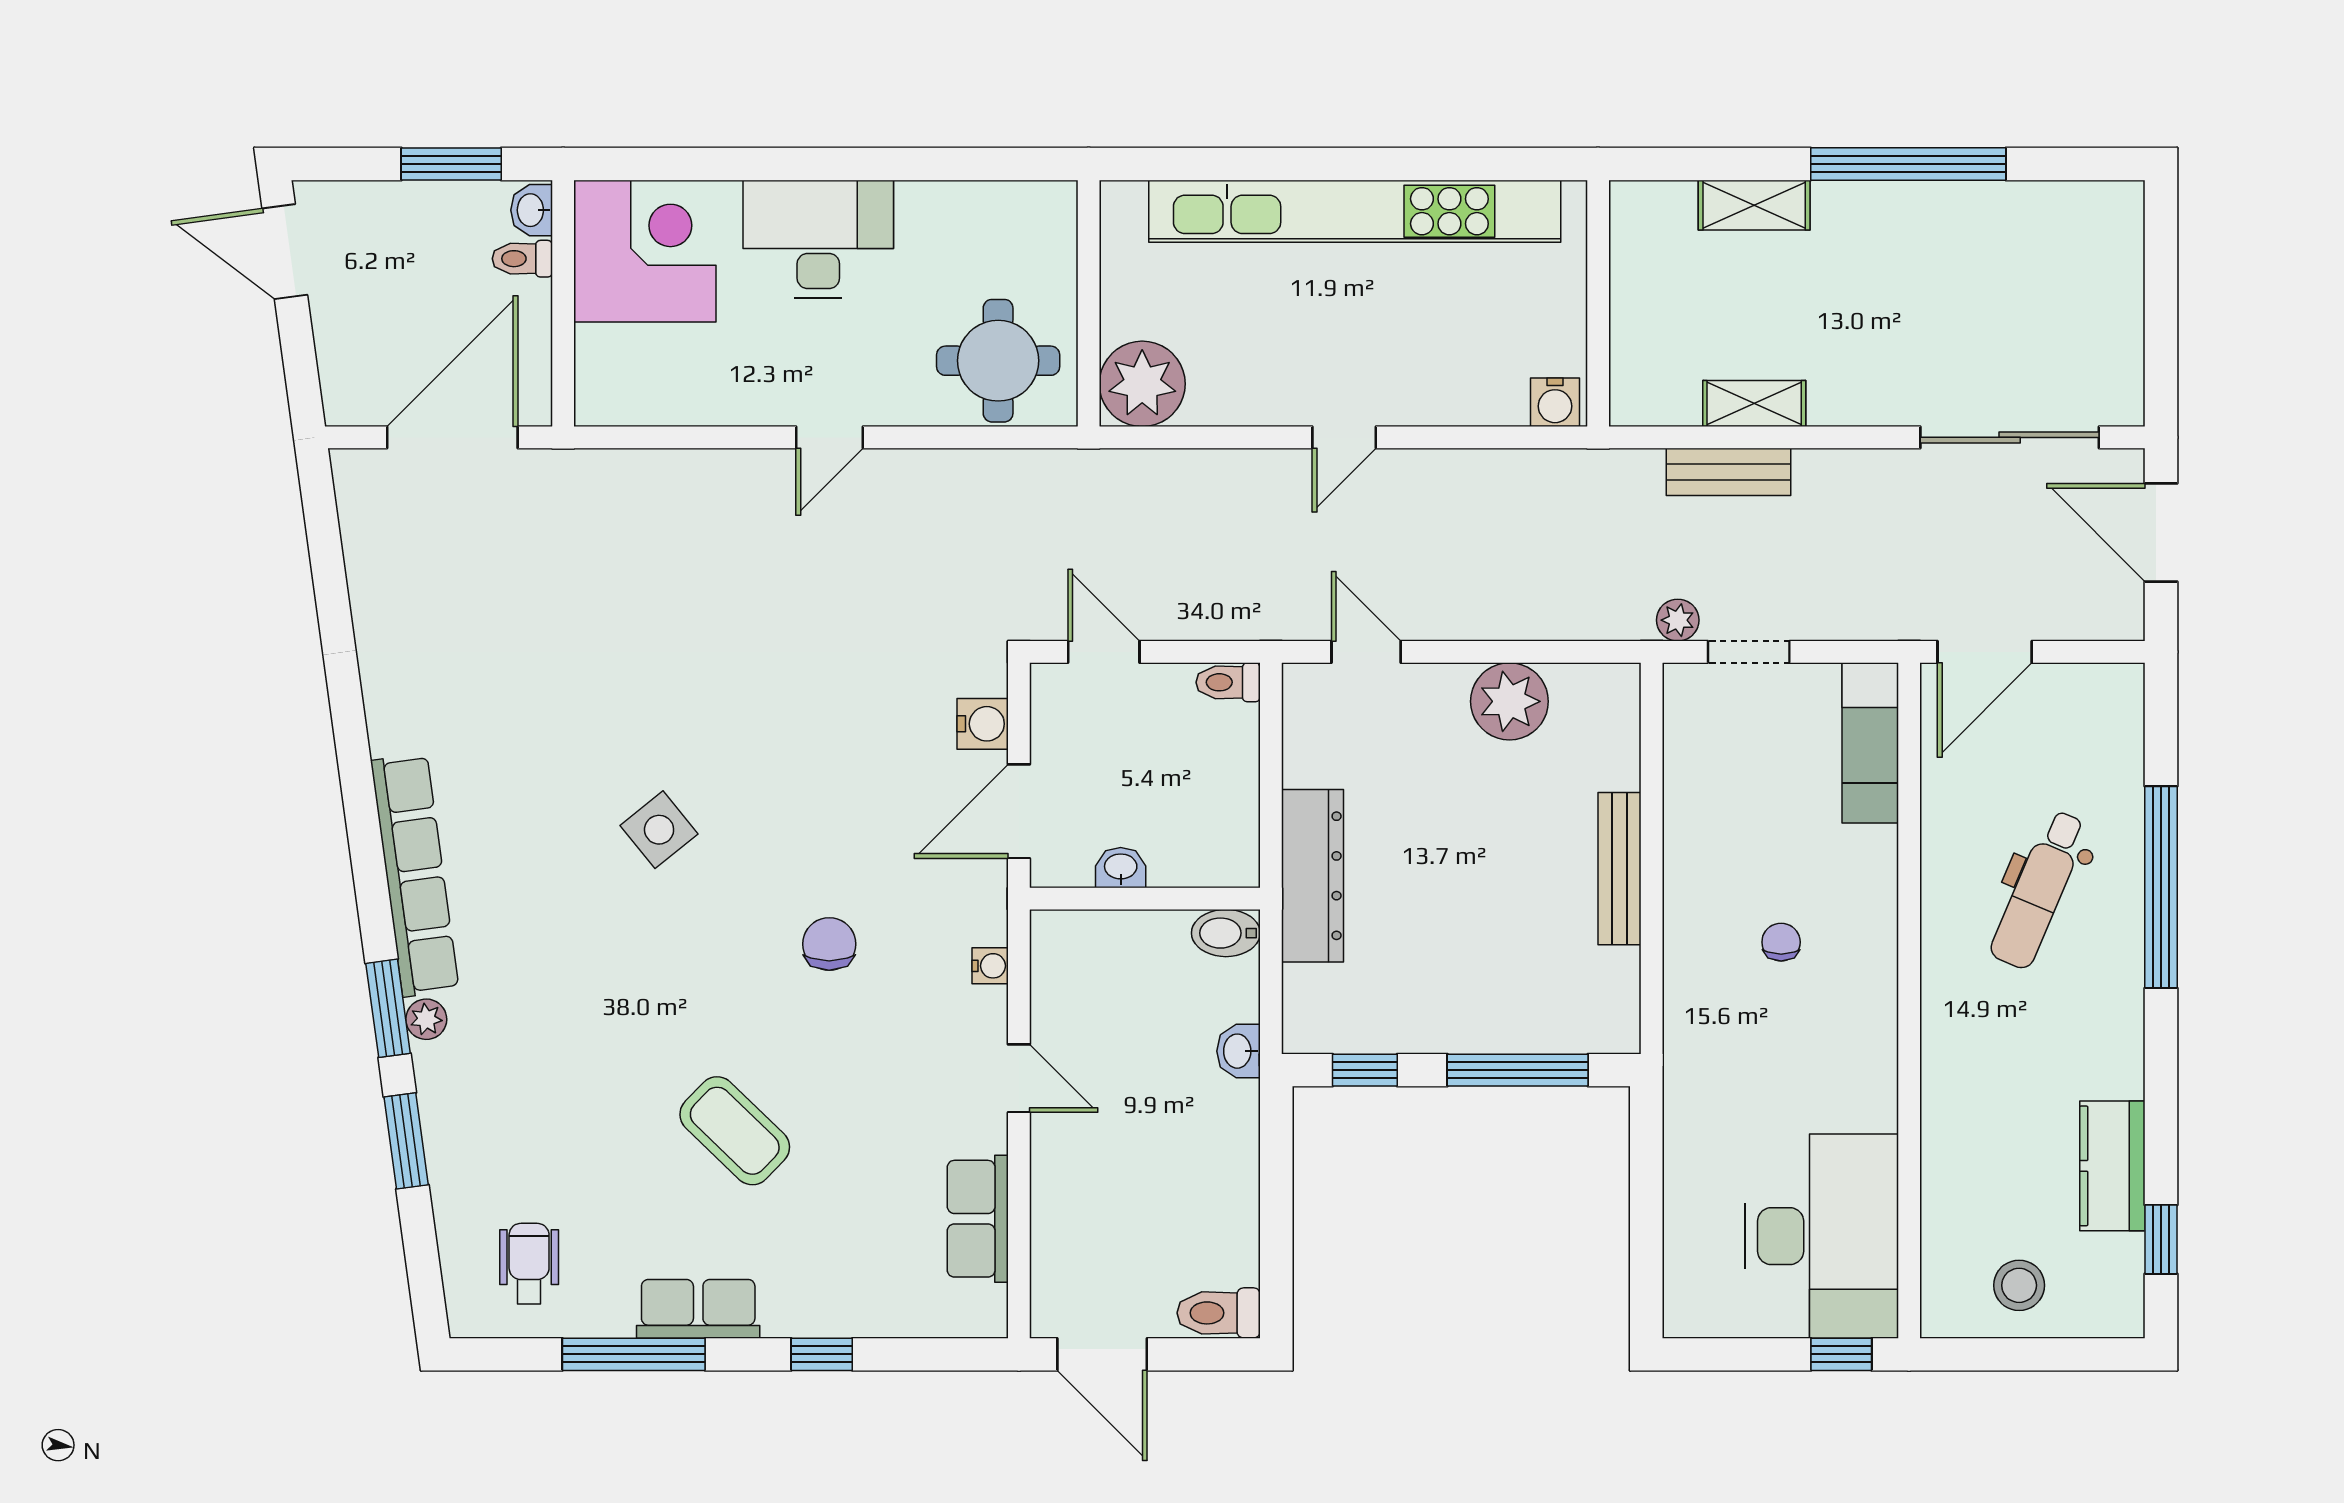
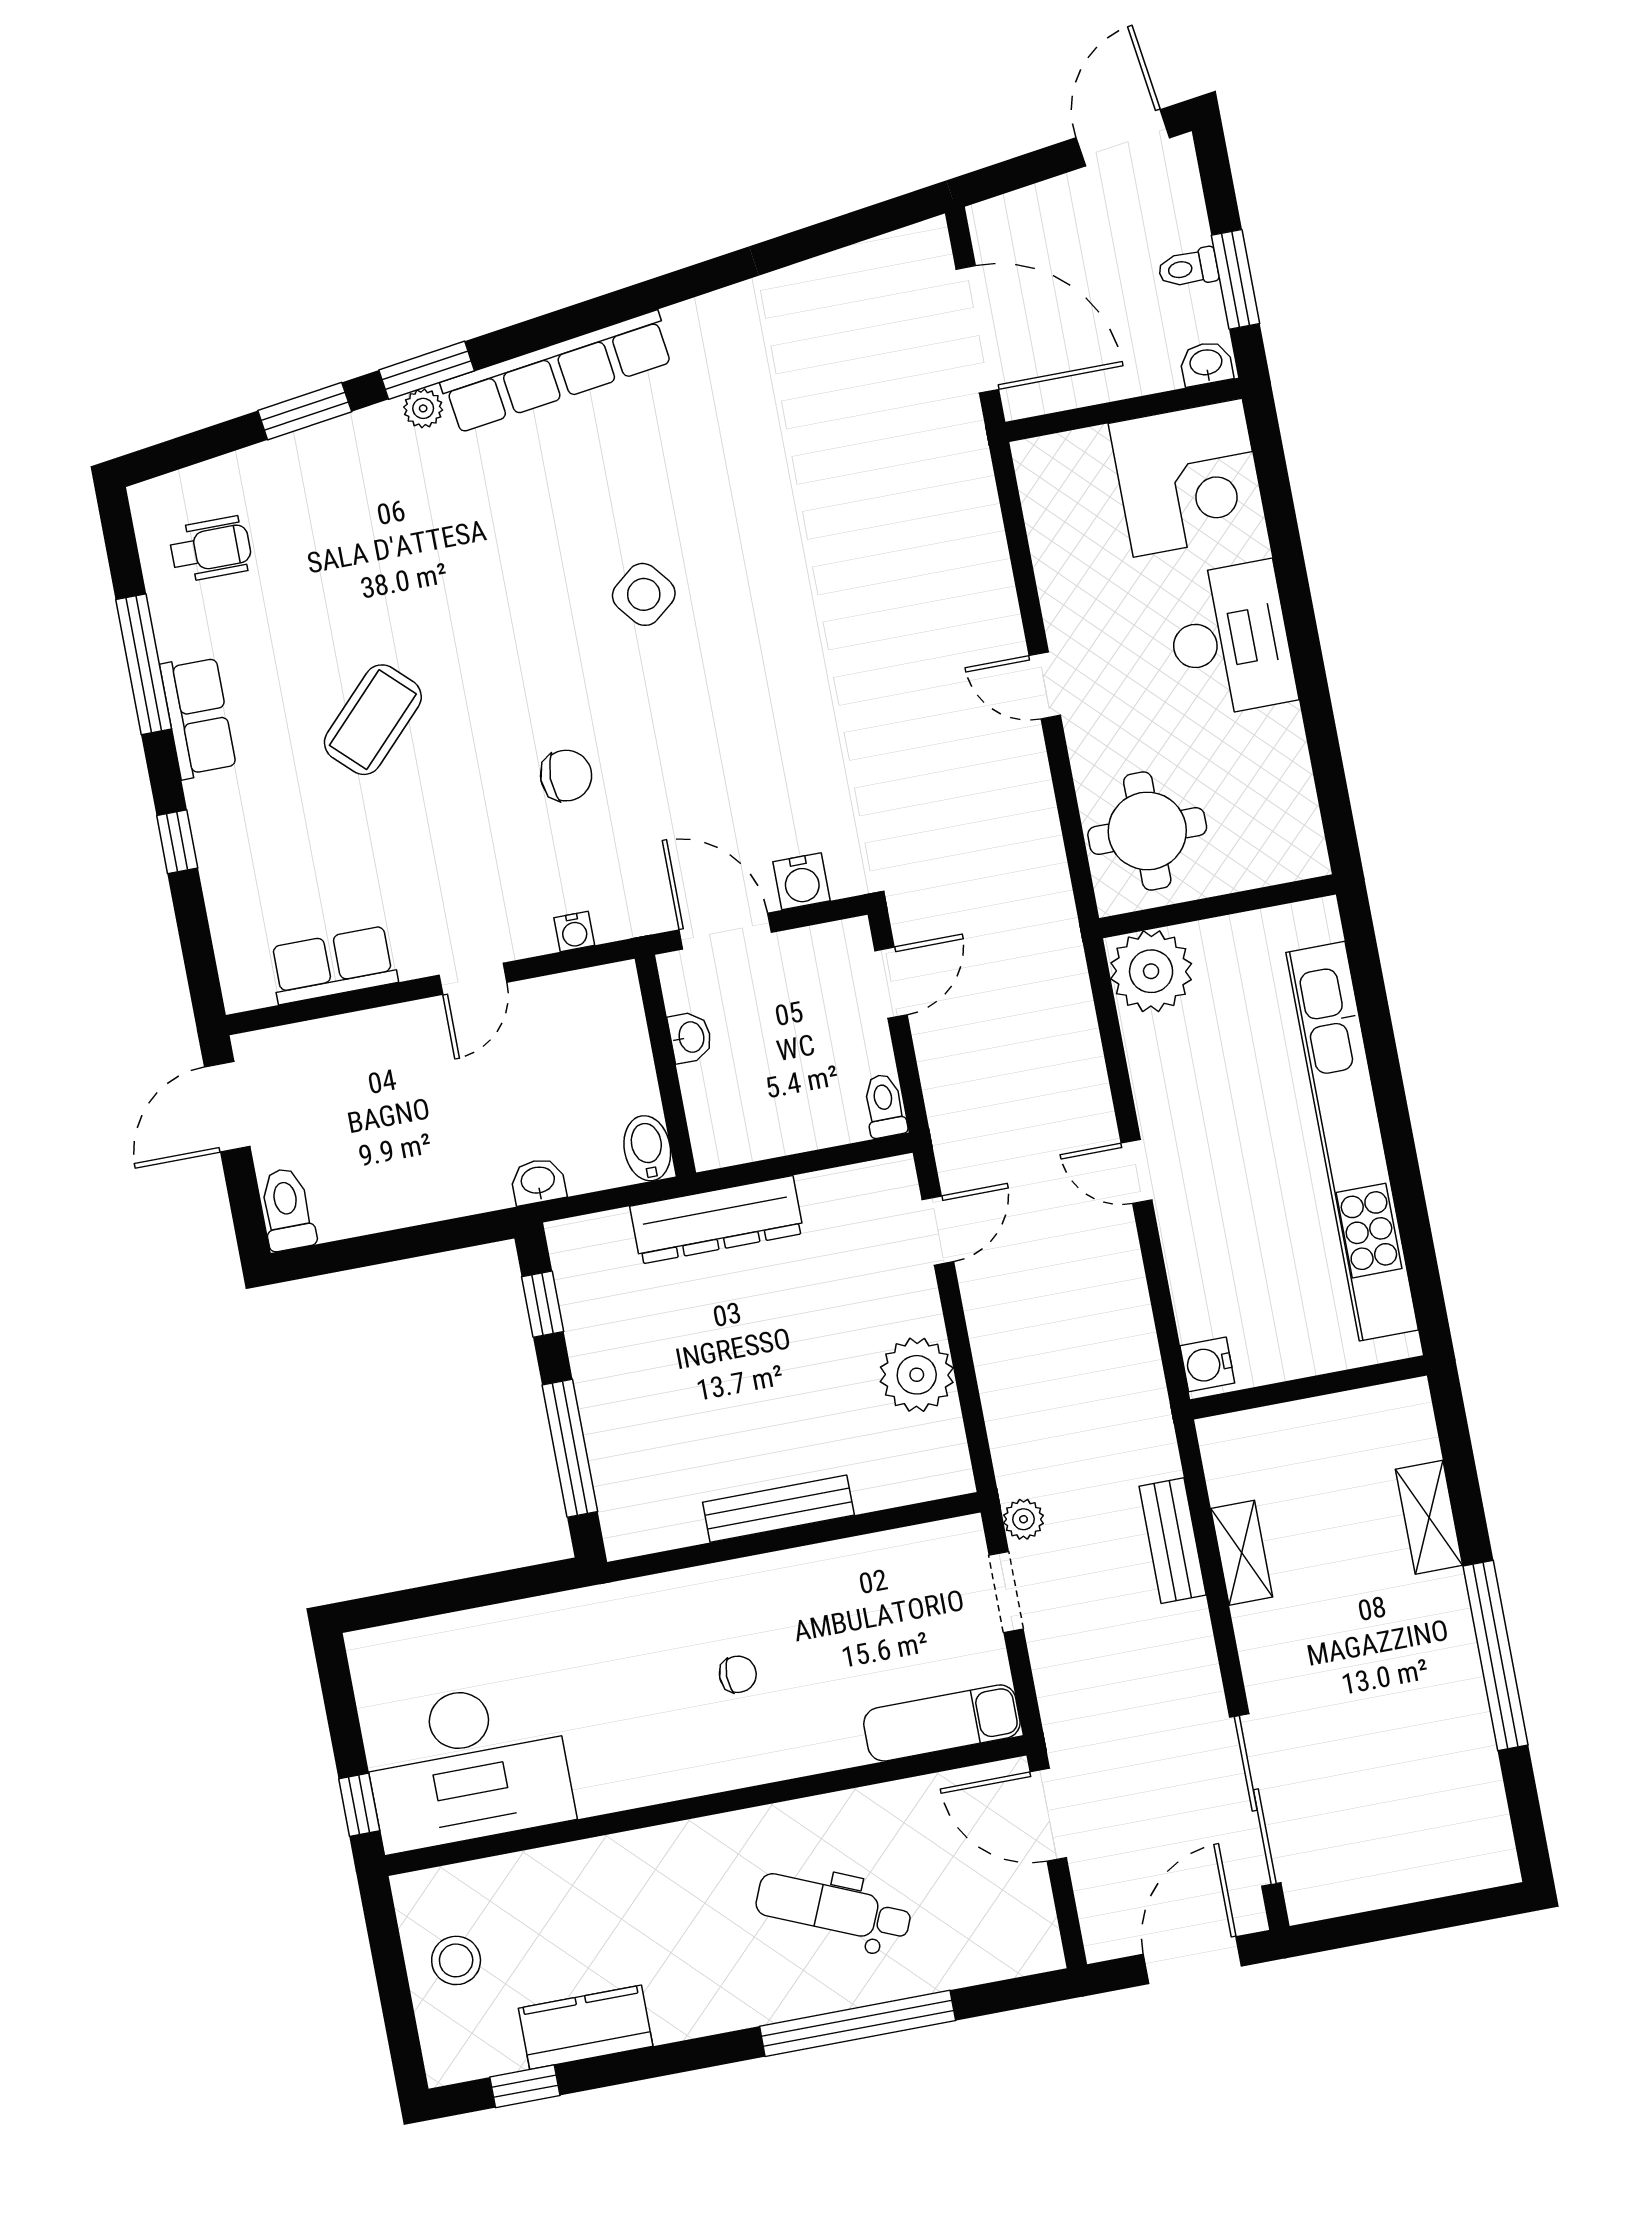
toilet: (522, 259) -> (1188, 268), moved, turned -90

